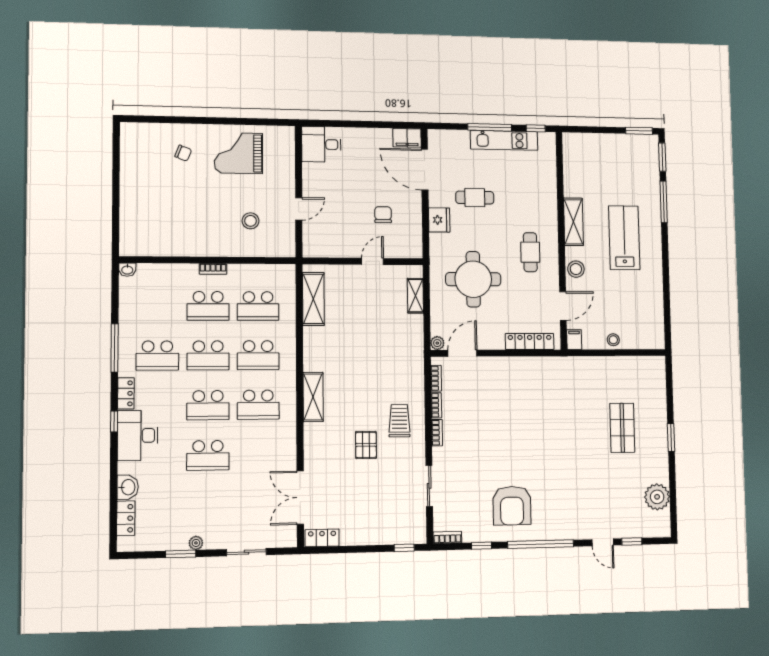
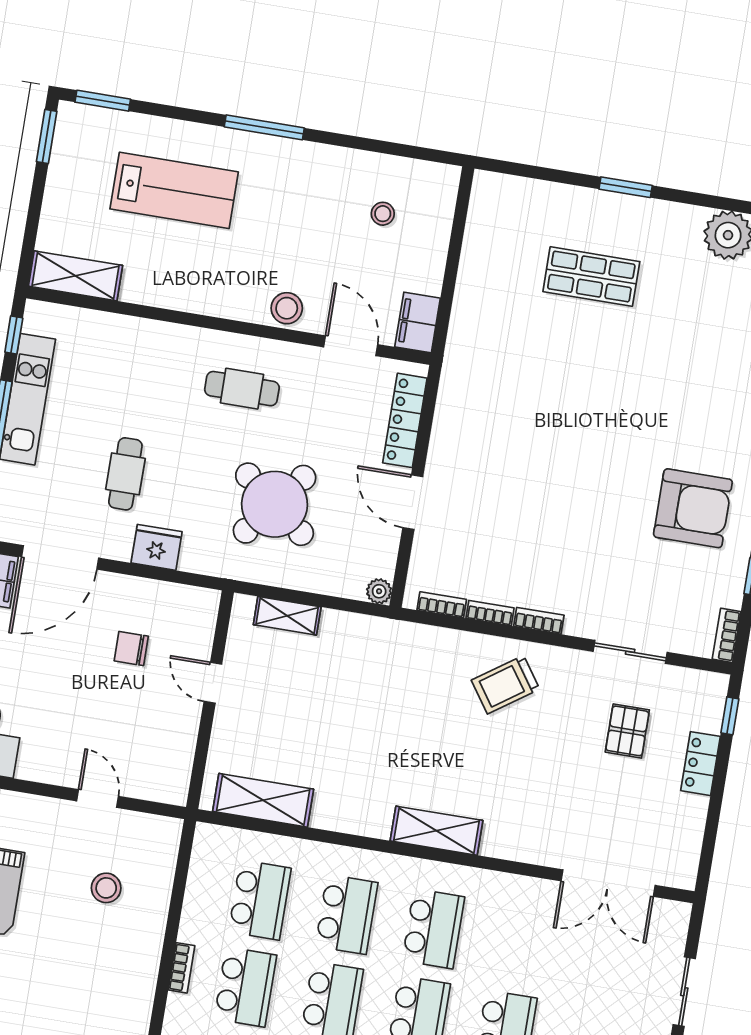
window: (664, 202) -> (264, 127), moved
shelving: (573, 222) -> (75, 276), moved
lab bench: (624, 238) -> (174, 190), moved, turned 180
round table: (473, 279) -> (275, 504), turned 38
filing cabinet: (574, 339) -> (418, 322), width x2.00
stool: (613, 340) -> (383, 214), moved
door: (462, 353) -> (413, 502), moved
trolley: (399, 421) -> (505, 685), turned -35
pallet: (366, 445) -> (627, 731), moved, turned 90
locker: (322, 538) -> (700, 764), moved

